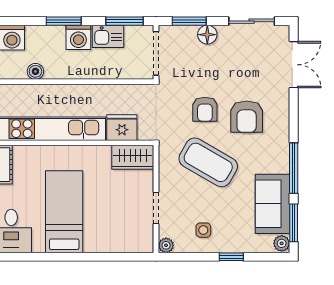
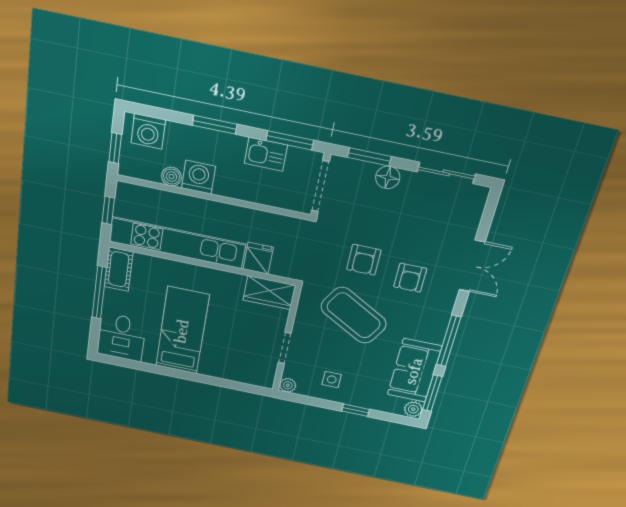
washing machine: (78, 37) -> (198, 177), moved, turned 180
double door: (294, 65) -> (472, 266), moved
armchair: (247, 117) -> (410, 278), width x0.72, depth x0.72
fridge: (122, 128) -> (258, 258), width x0.72

